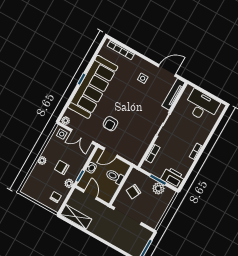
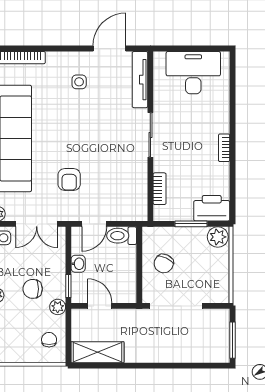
toilet: (115, 177) -> (122, 236), moved
plant: (158, 188) -> (218, 237), moved

